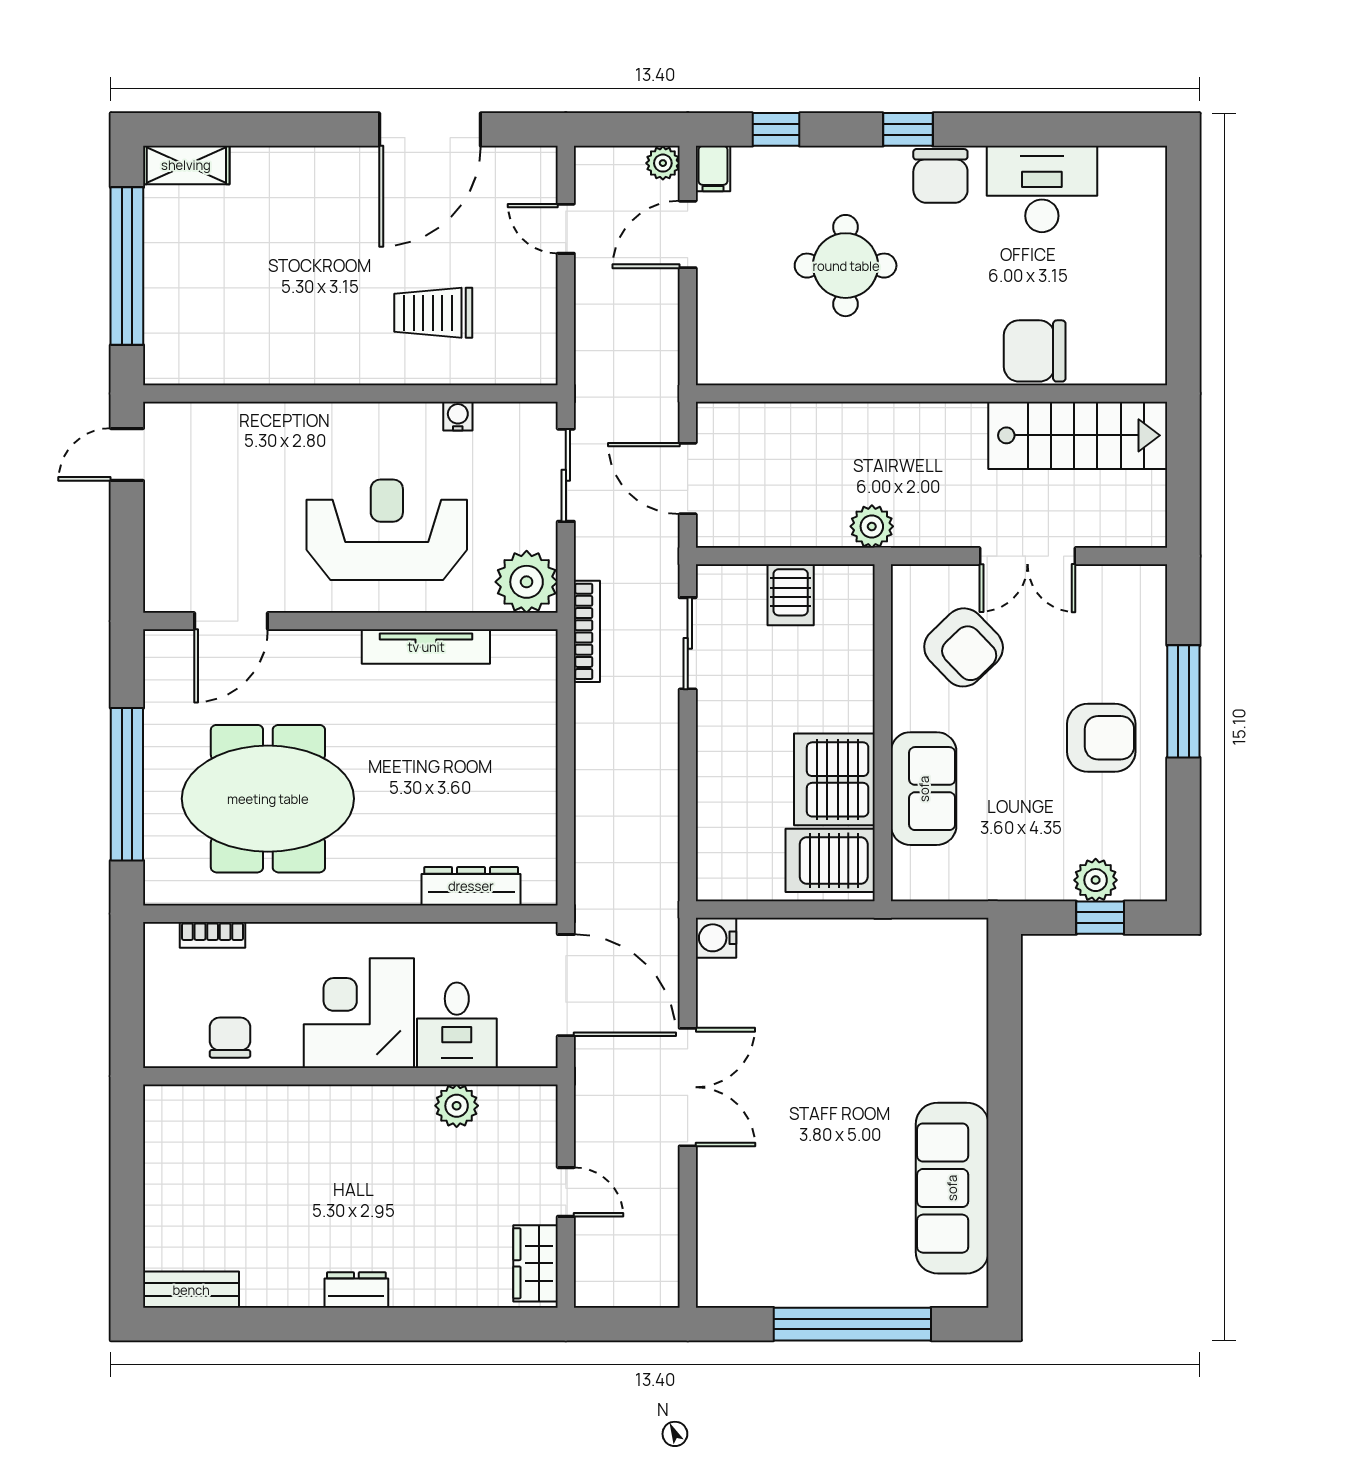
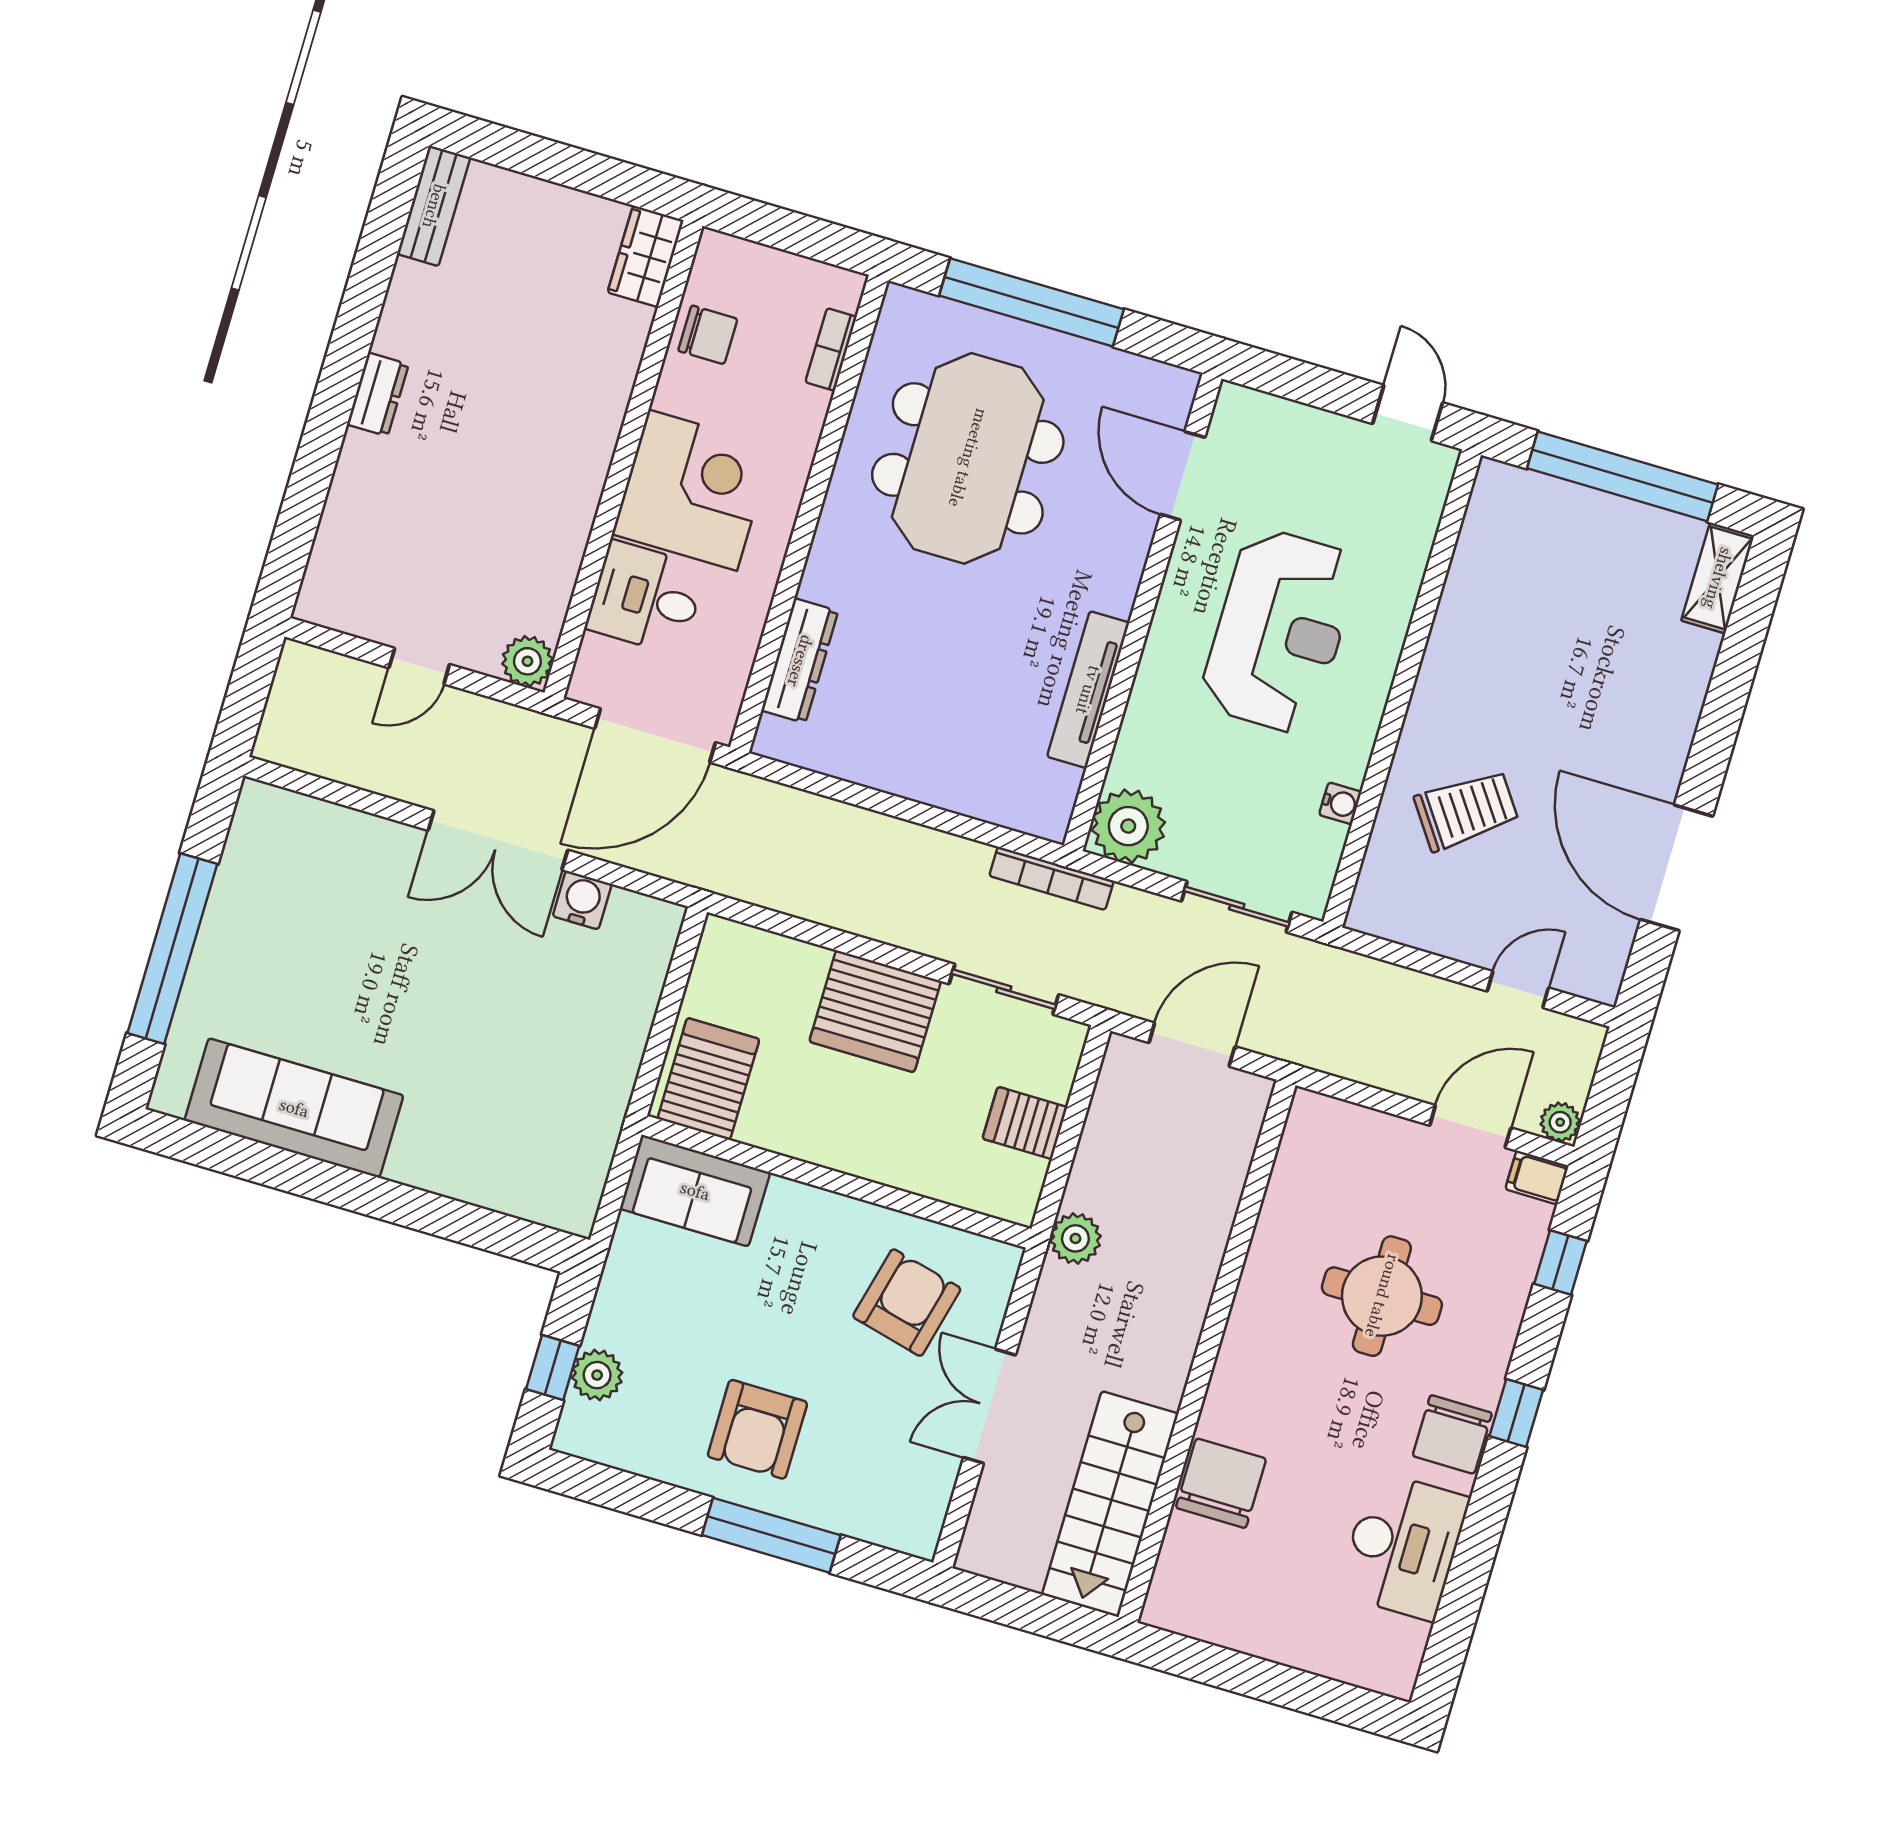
chair: (940, 176) -> (1452, 1434), turned -90
door: (688, 234) -> (1470, 1127), hinge flipped
trolley: (433, 313) -> (1466, 810), turned 55
reception desk: (387, 530) -> (1280, 631), moved
armchair: (964, 647) -> (907, 1303), turned 148
server rack: (834, 779) -> (875, 1011), moved, turned 180
sofa: (924, 789) -> (695, 1191), moved
water cooler: (716, 938) -> (582, 900), moved
plant: (457, 1106) -> (527, 661), moved
wardrobe: (535, 1263) -> (646, 256), moved, turned -90

